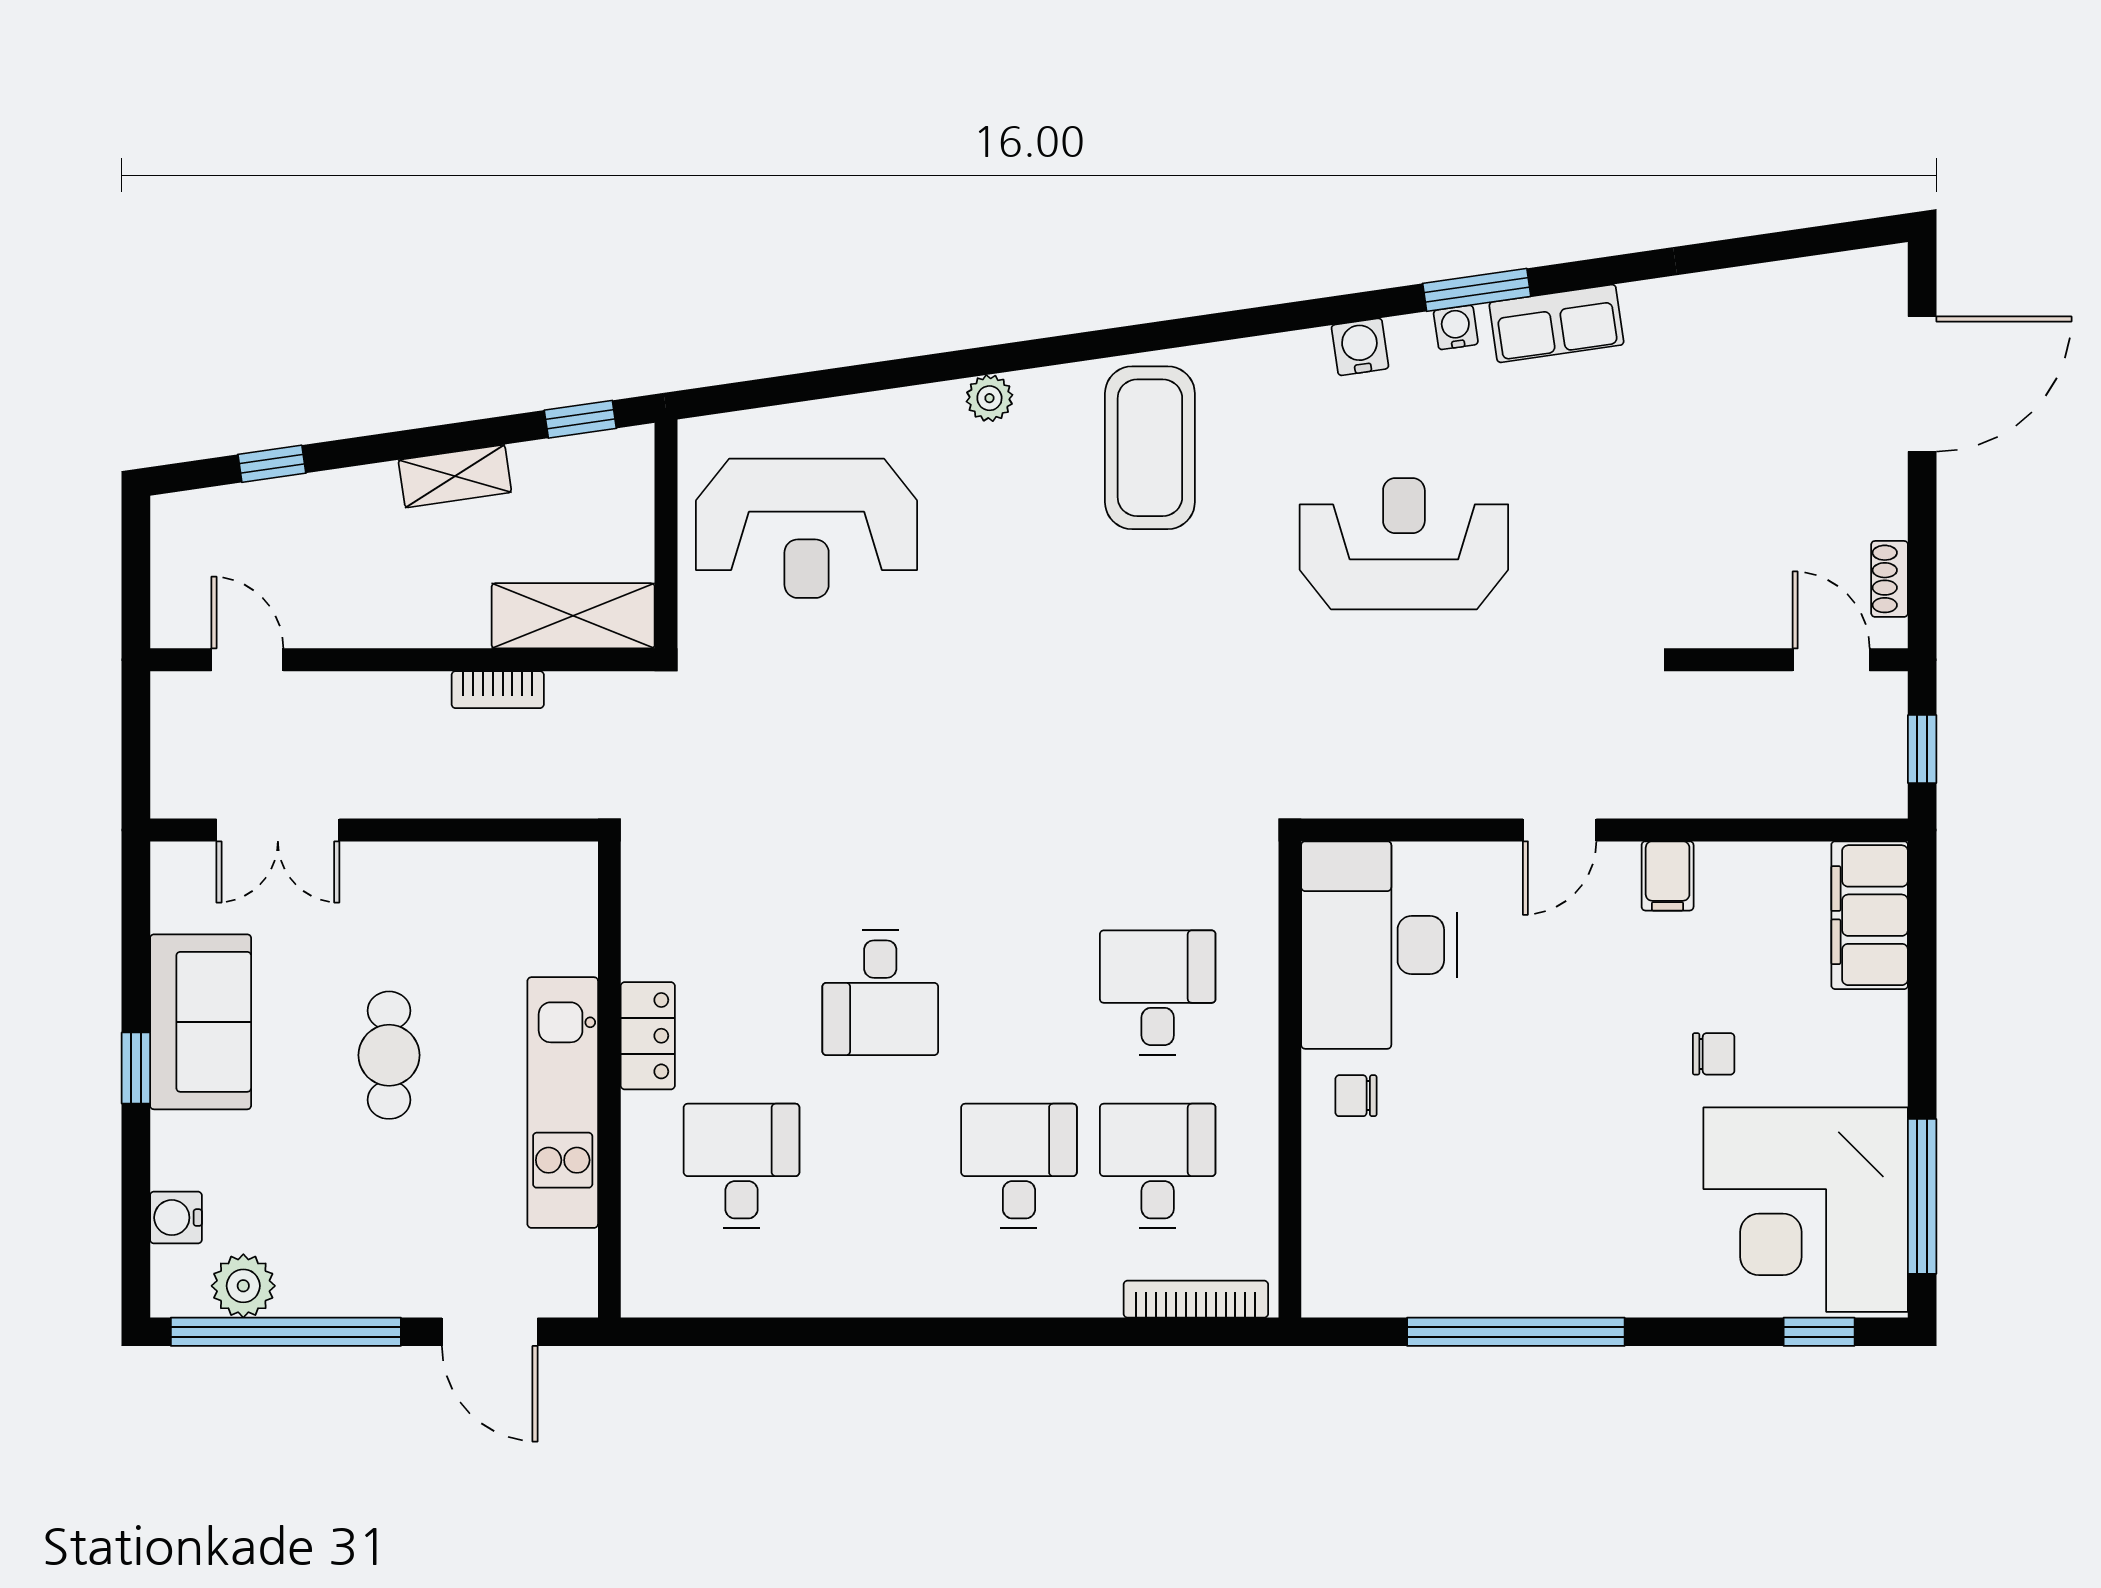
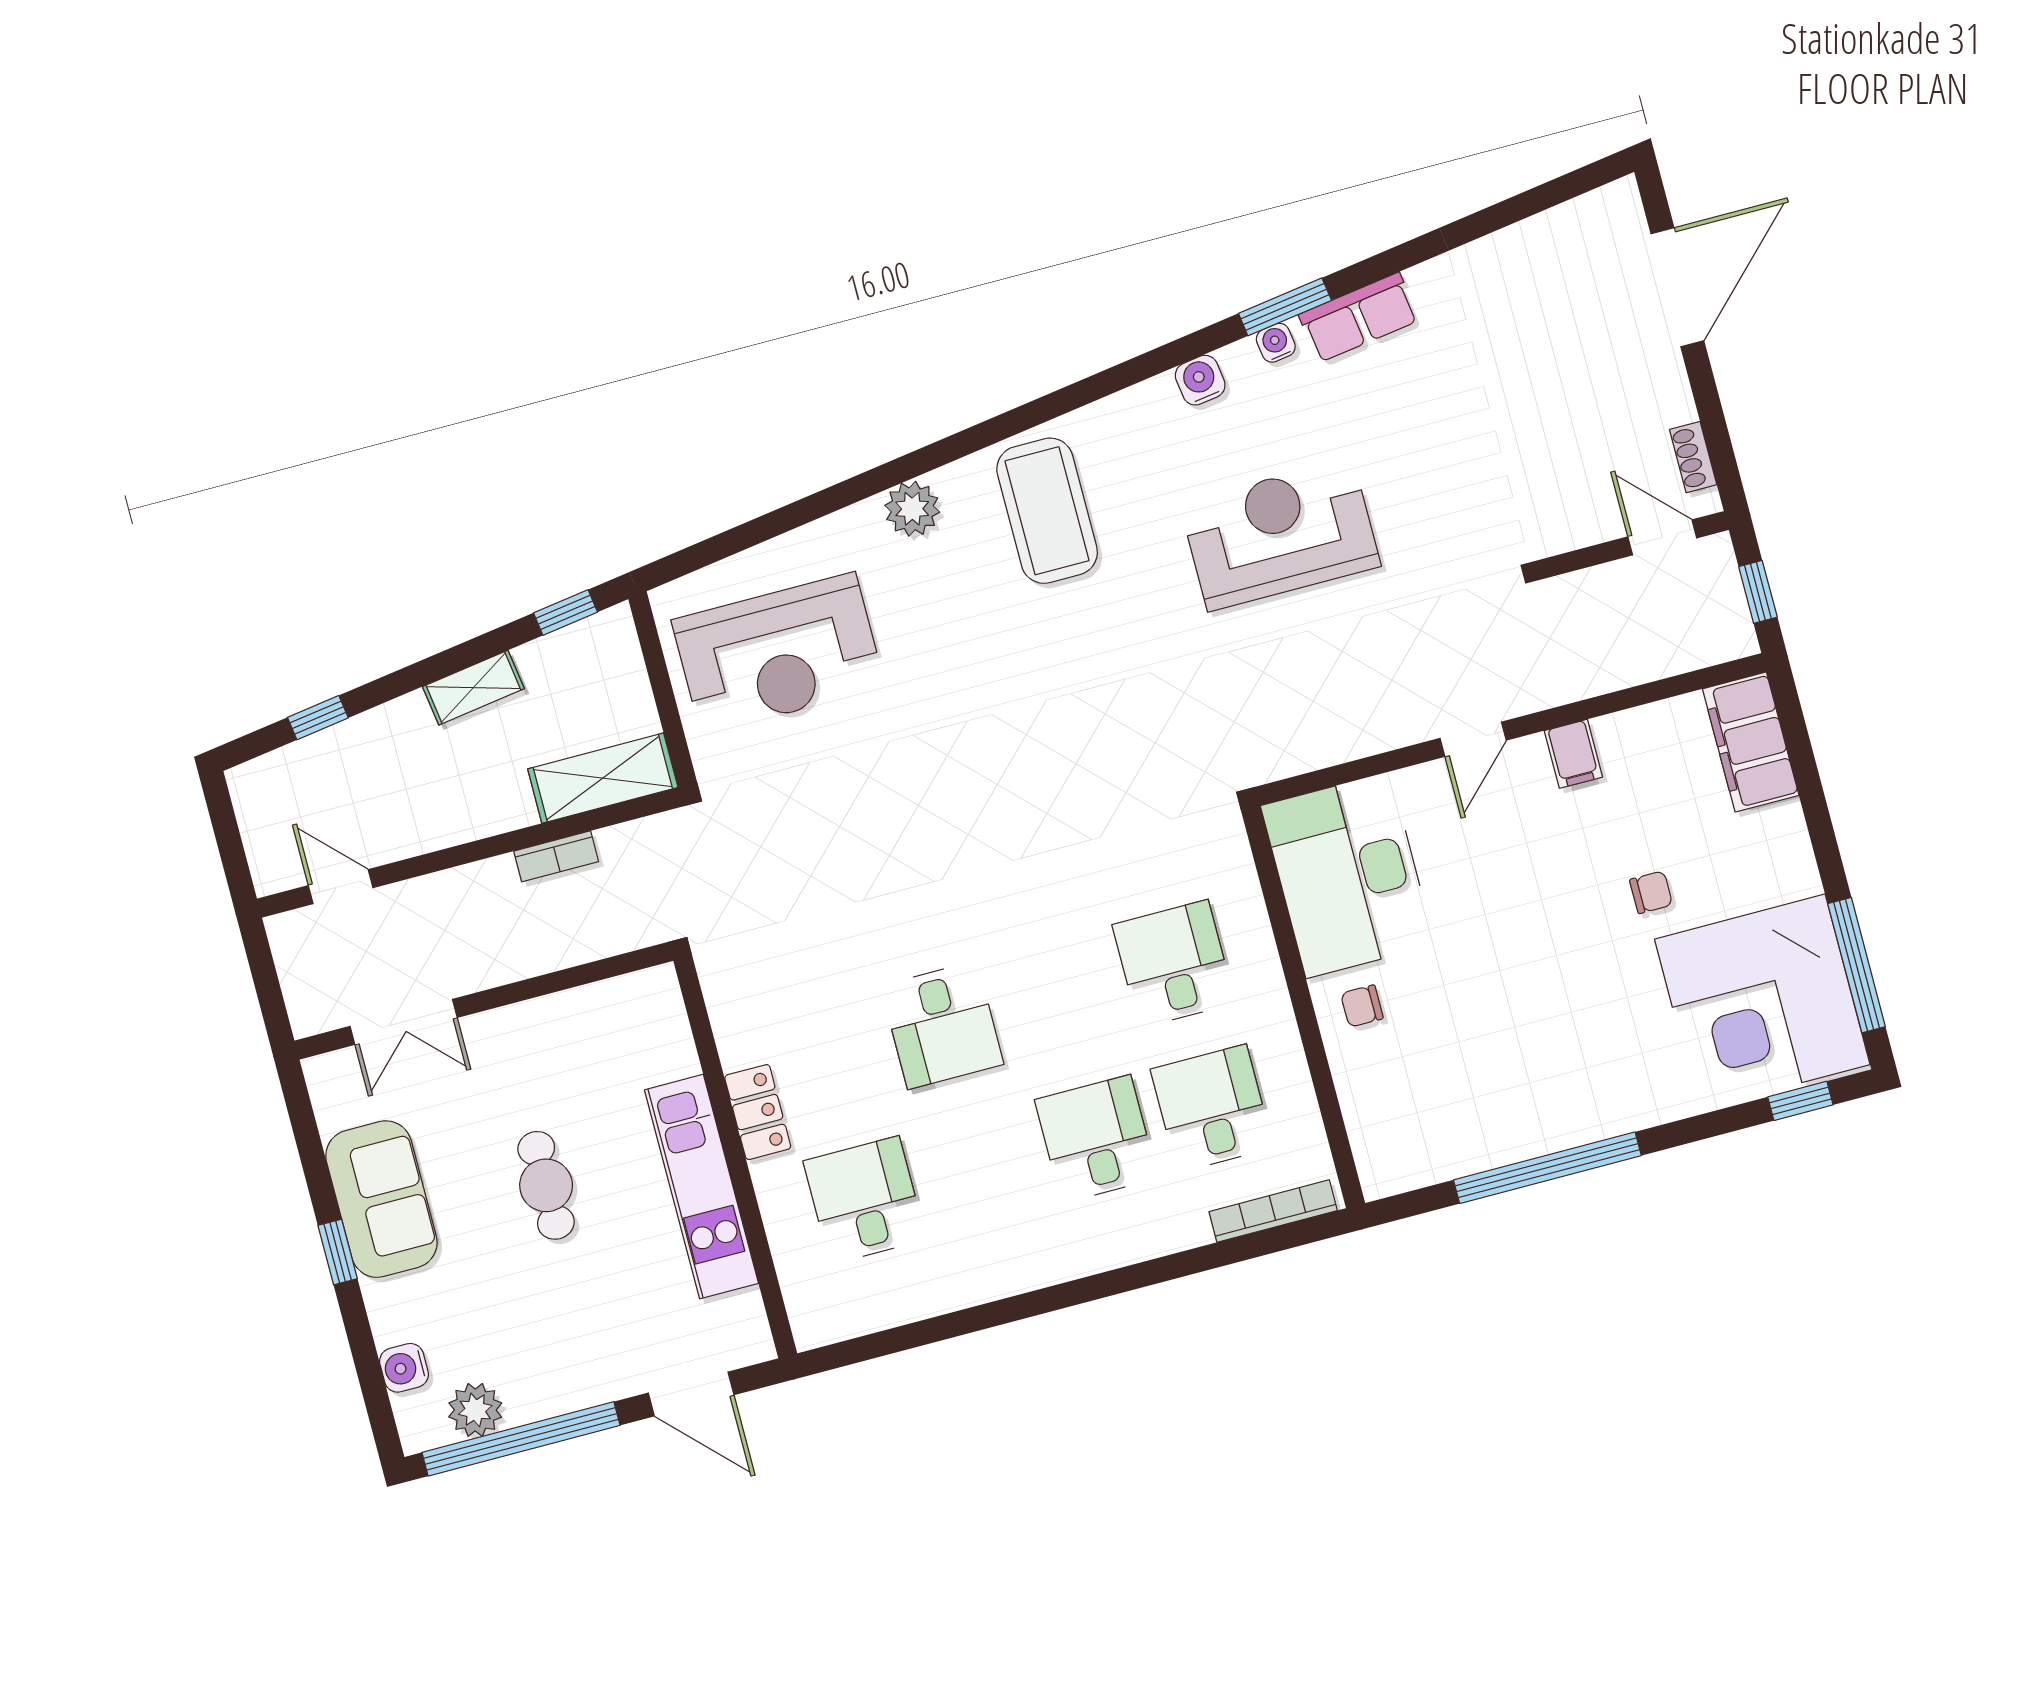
plant: (989, 398) -> (912, 509), width x1.38, depth x1.38

